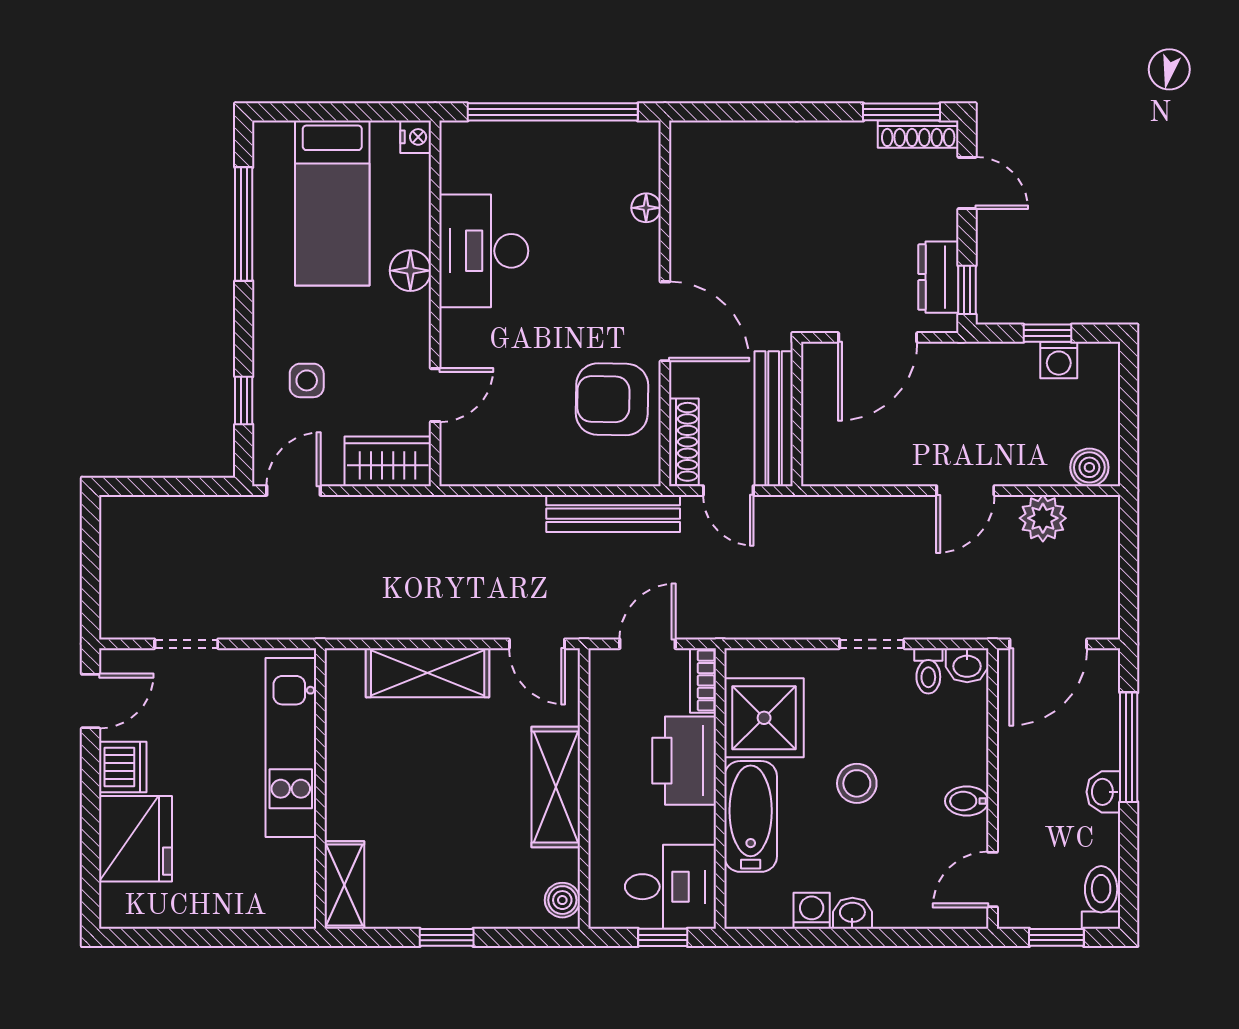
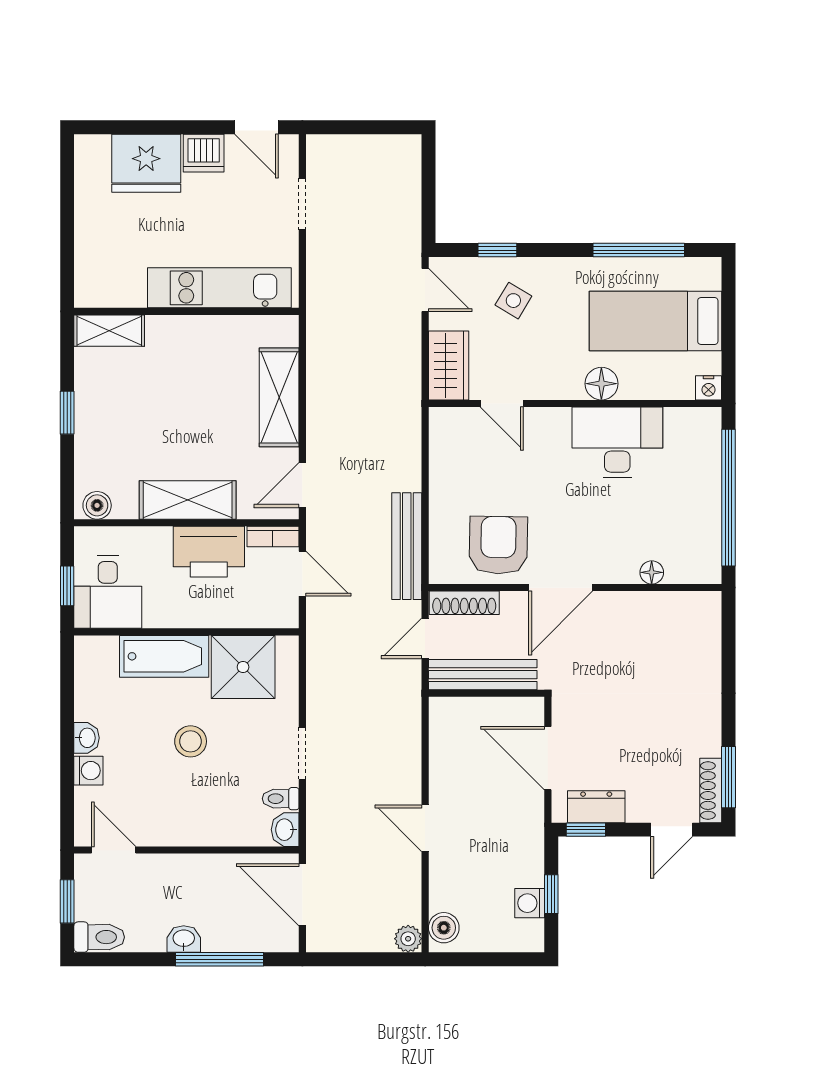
side table: (307, 380) -> (513, 301), turned 31
plant: (1043, 518) -> (408, 939), moved, width x0.73, depth x0.73
bookcase: (703, 680) -> (273, 537), moved, turned 180
printer: (684, 761) -> (209, 552), moved, turned 180
bidet: (967, 801) -> (176, 829), removed
washing machine: (812, 911) -> (88, 771), moved

